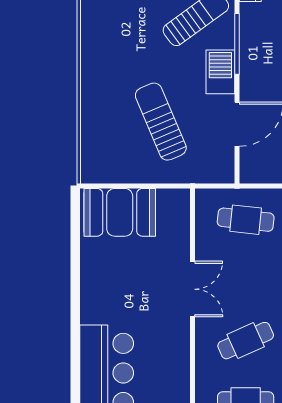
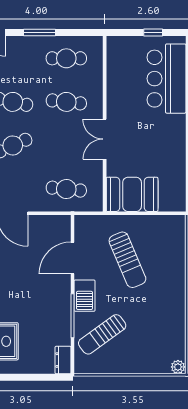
booth: (120, 212) -> (132, 194), moved
cafe table: (246, 341) -> (66, 102), turned 30

